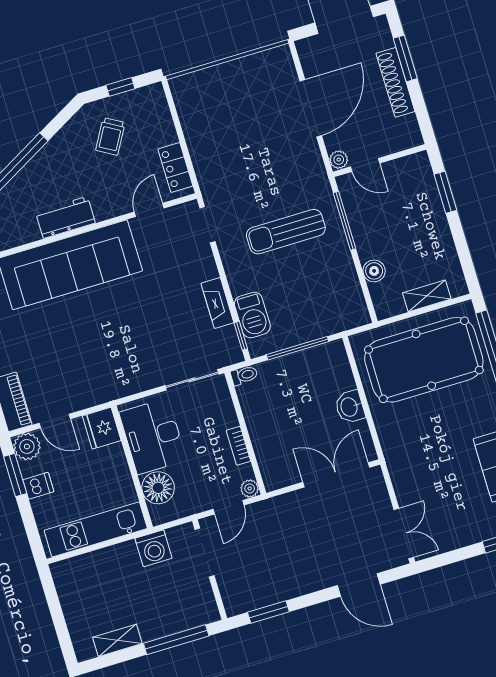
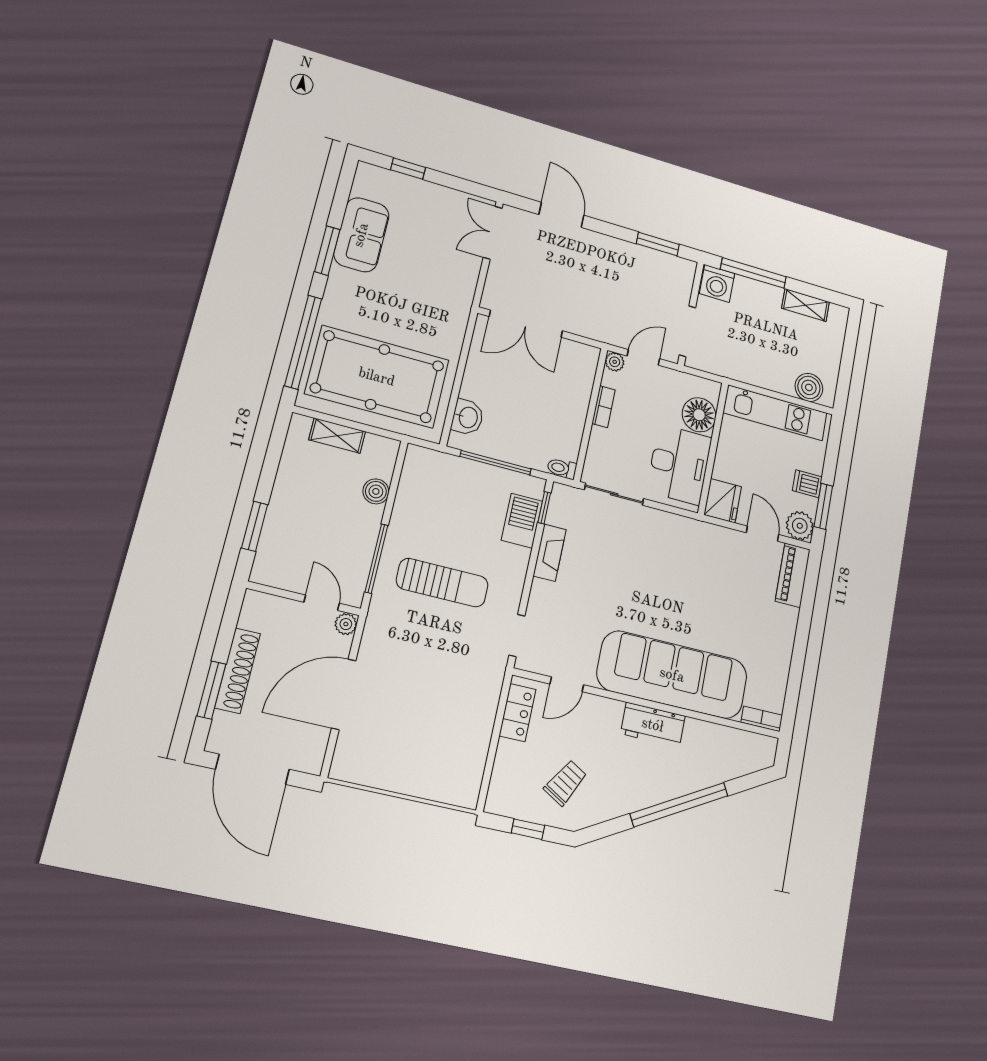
washbasin: (350, 407) -> (468, 417), moved
washing machine: (154, 548) -> (717, 283), moved, turned 180
boiler: (78, 570) -> (809, 387), added

